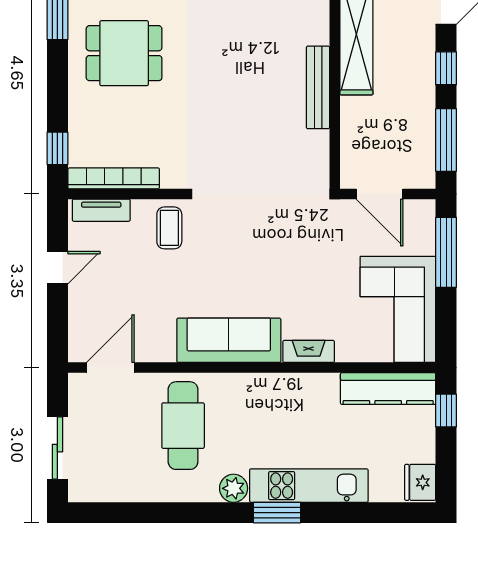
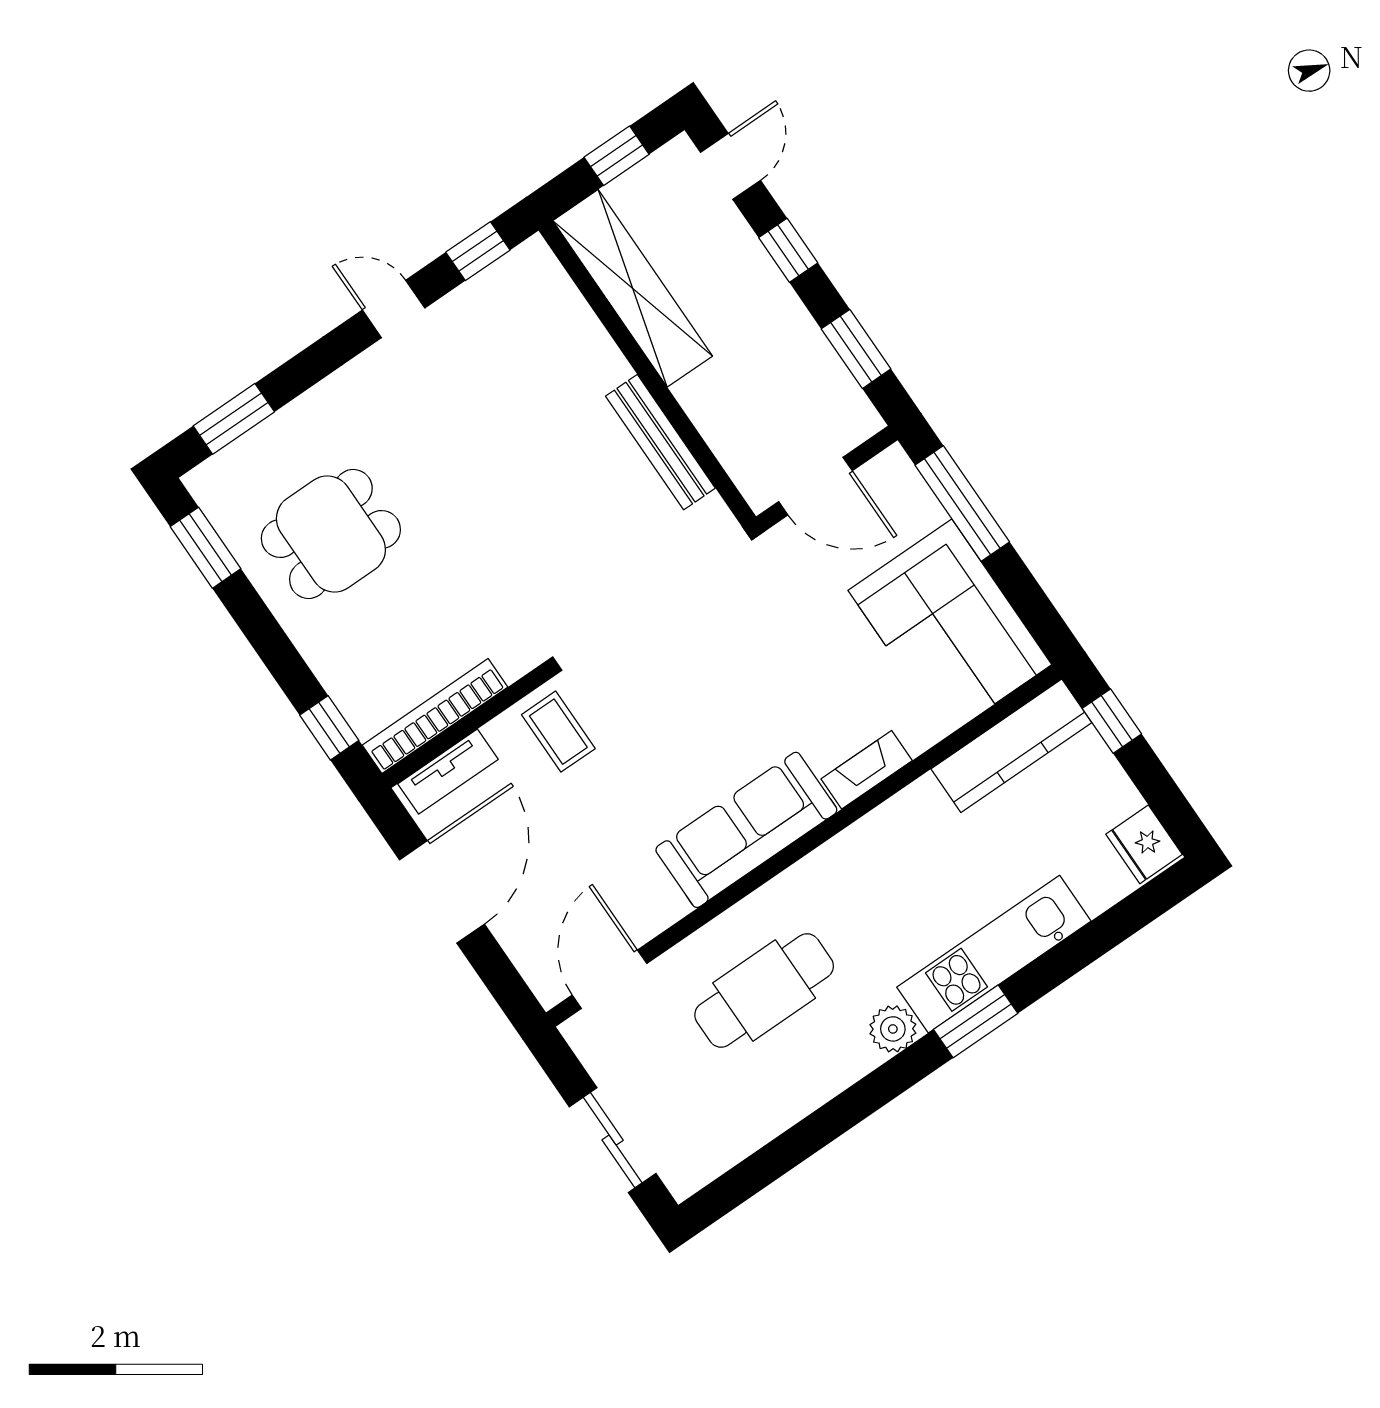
bench: (318, 87) -> (660, 442), moved
window: (446, 140) -> (856, 349), width x0.69
door: (57, 268) -> (442, 892), width x1.87
cafe table: (183, 426) -> (764, 990), turned 90

